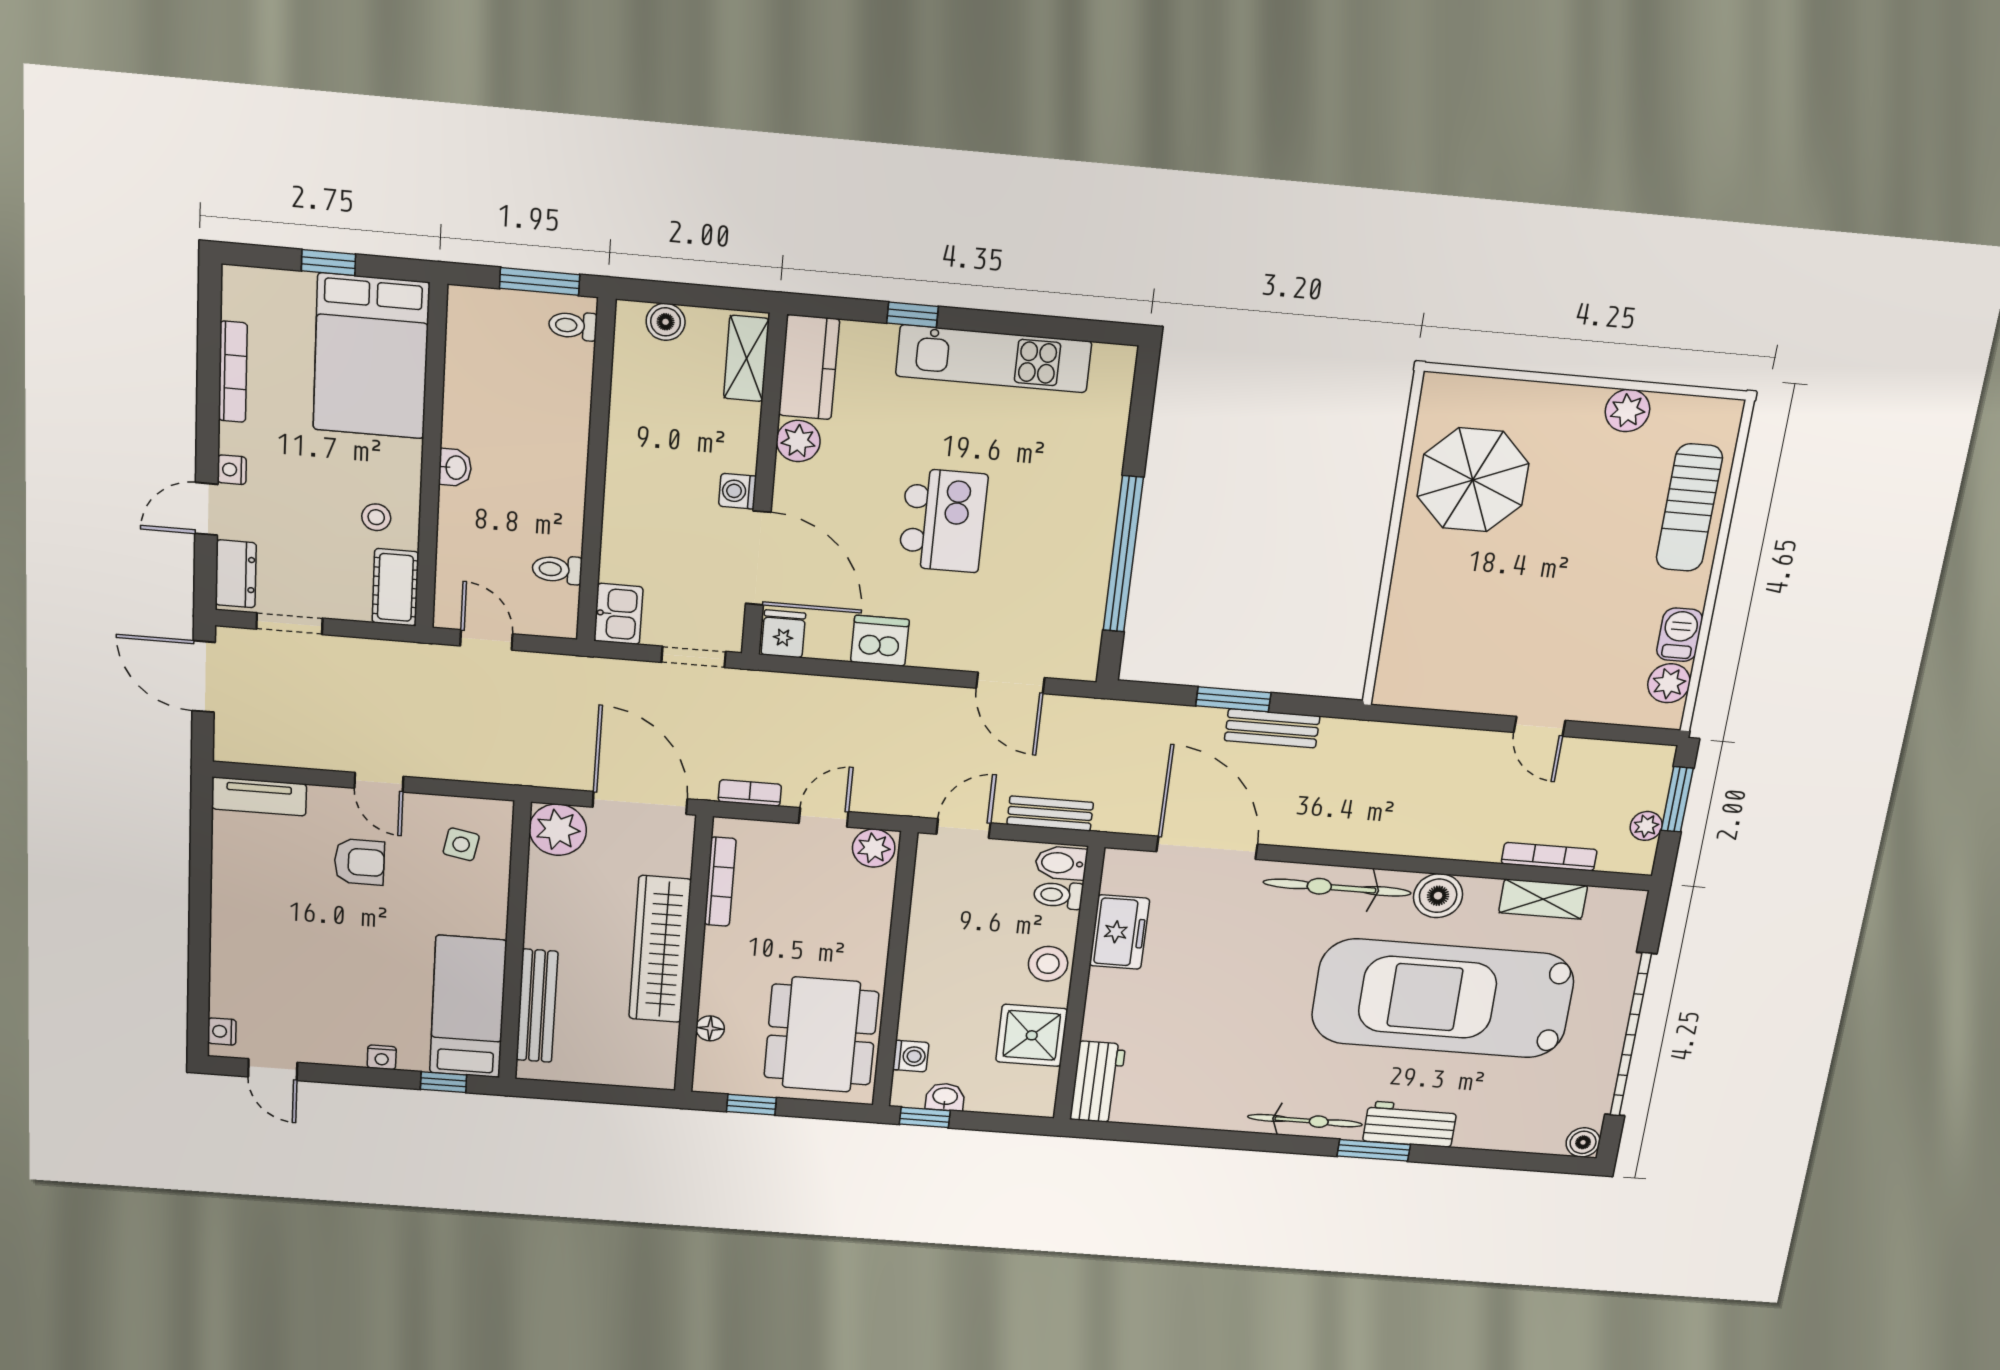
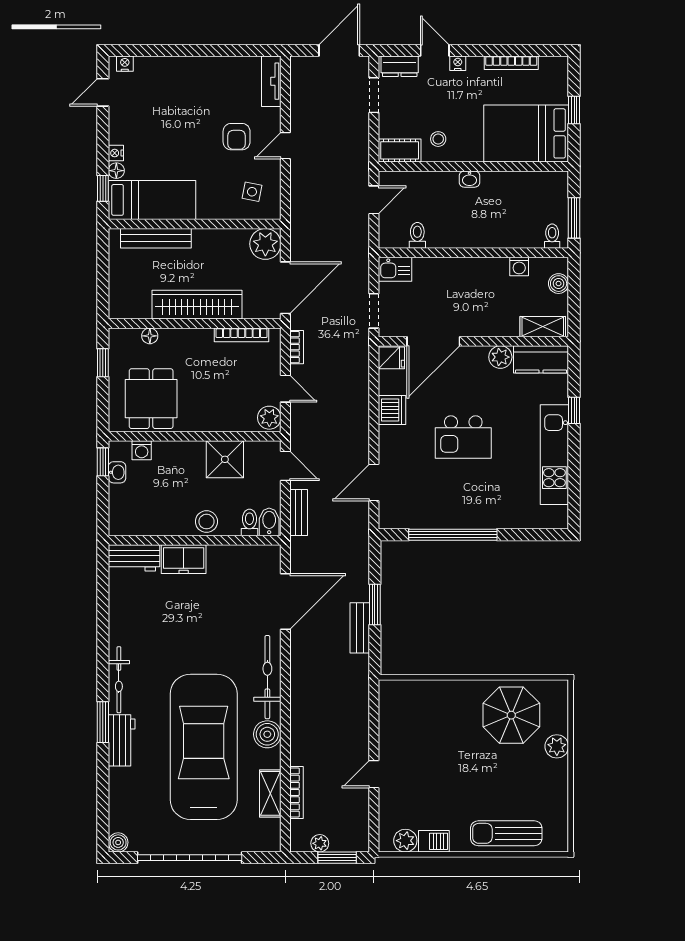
plant: (1627, 411) -> (557, 746), moved
washing machine: (738, 491) -> (519, 266), moved, turned 180
freezer: (1119, 932) -> (184, 559), moved
dining table: (821, 1035) -> (151, 399), width x0.73
shower: (1032, 1035) -> (225, 459), moved
floor lamp: (413, 1059) -> (116, 171), added

